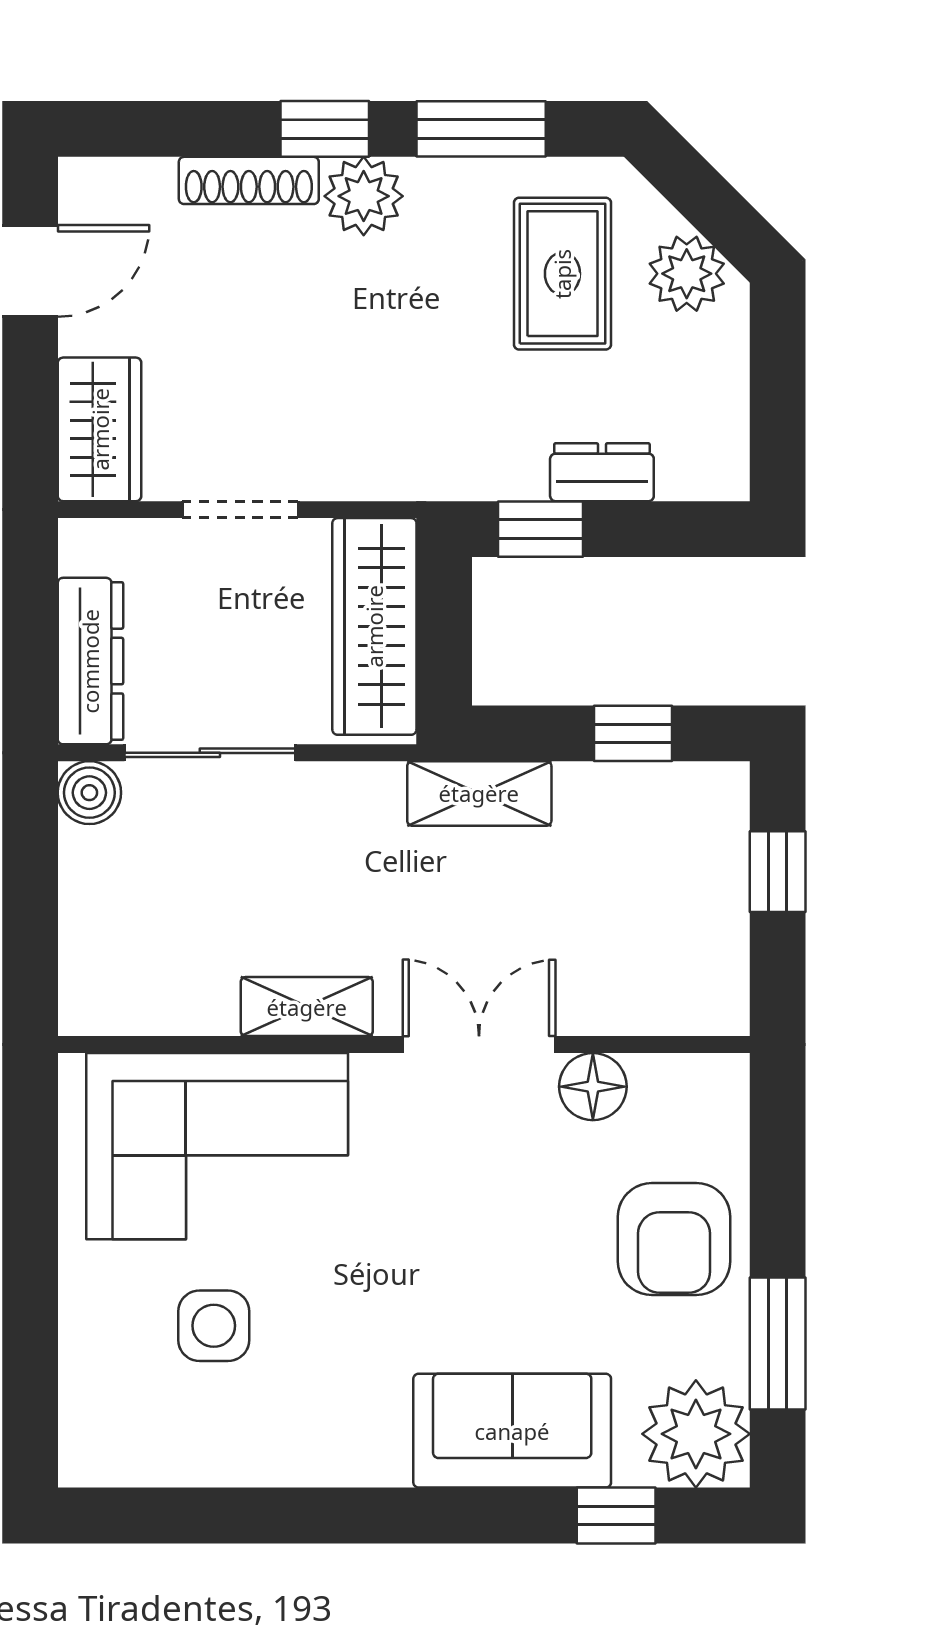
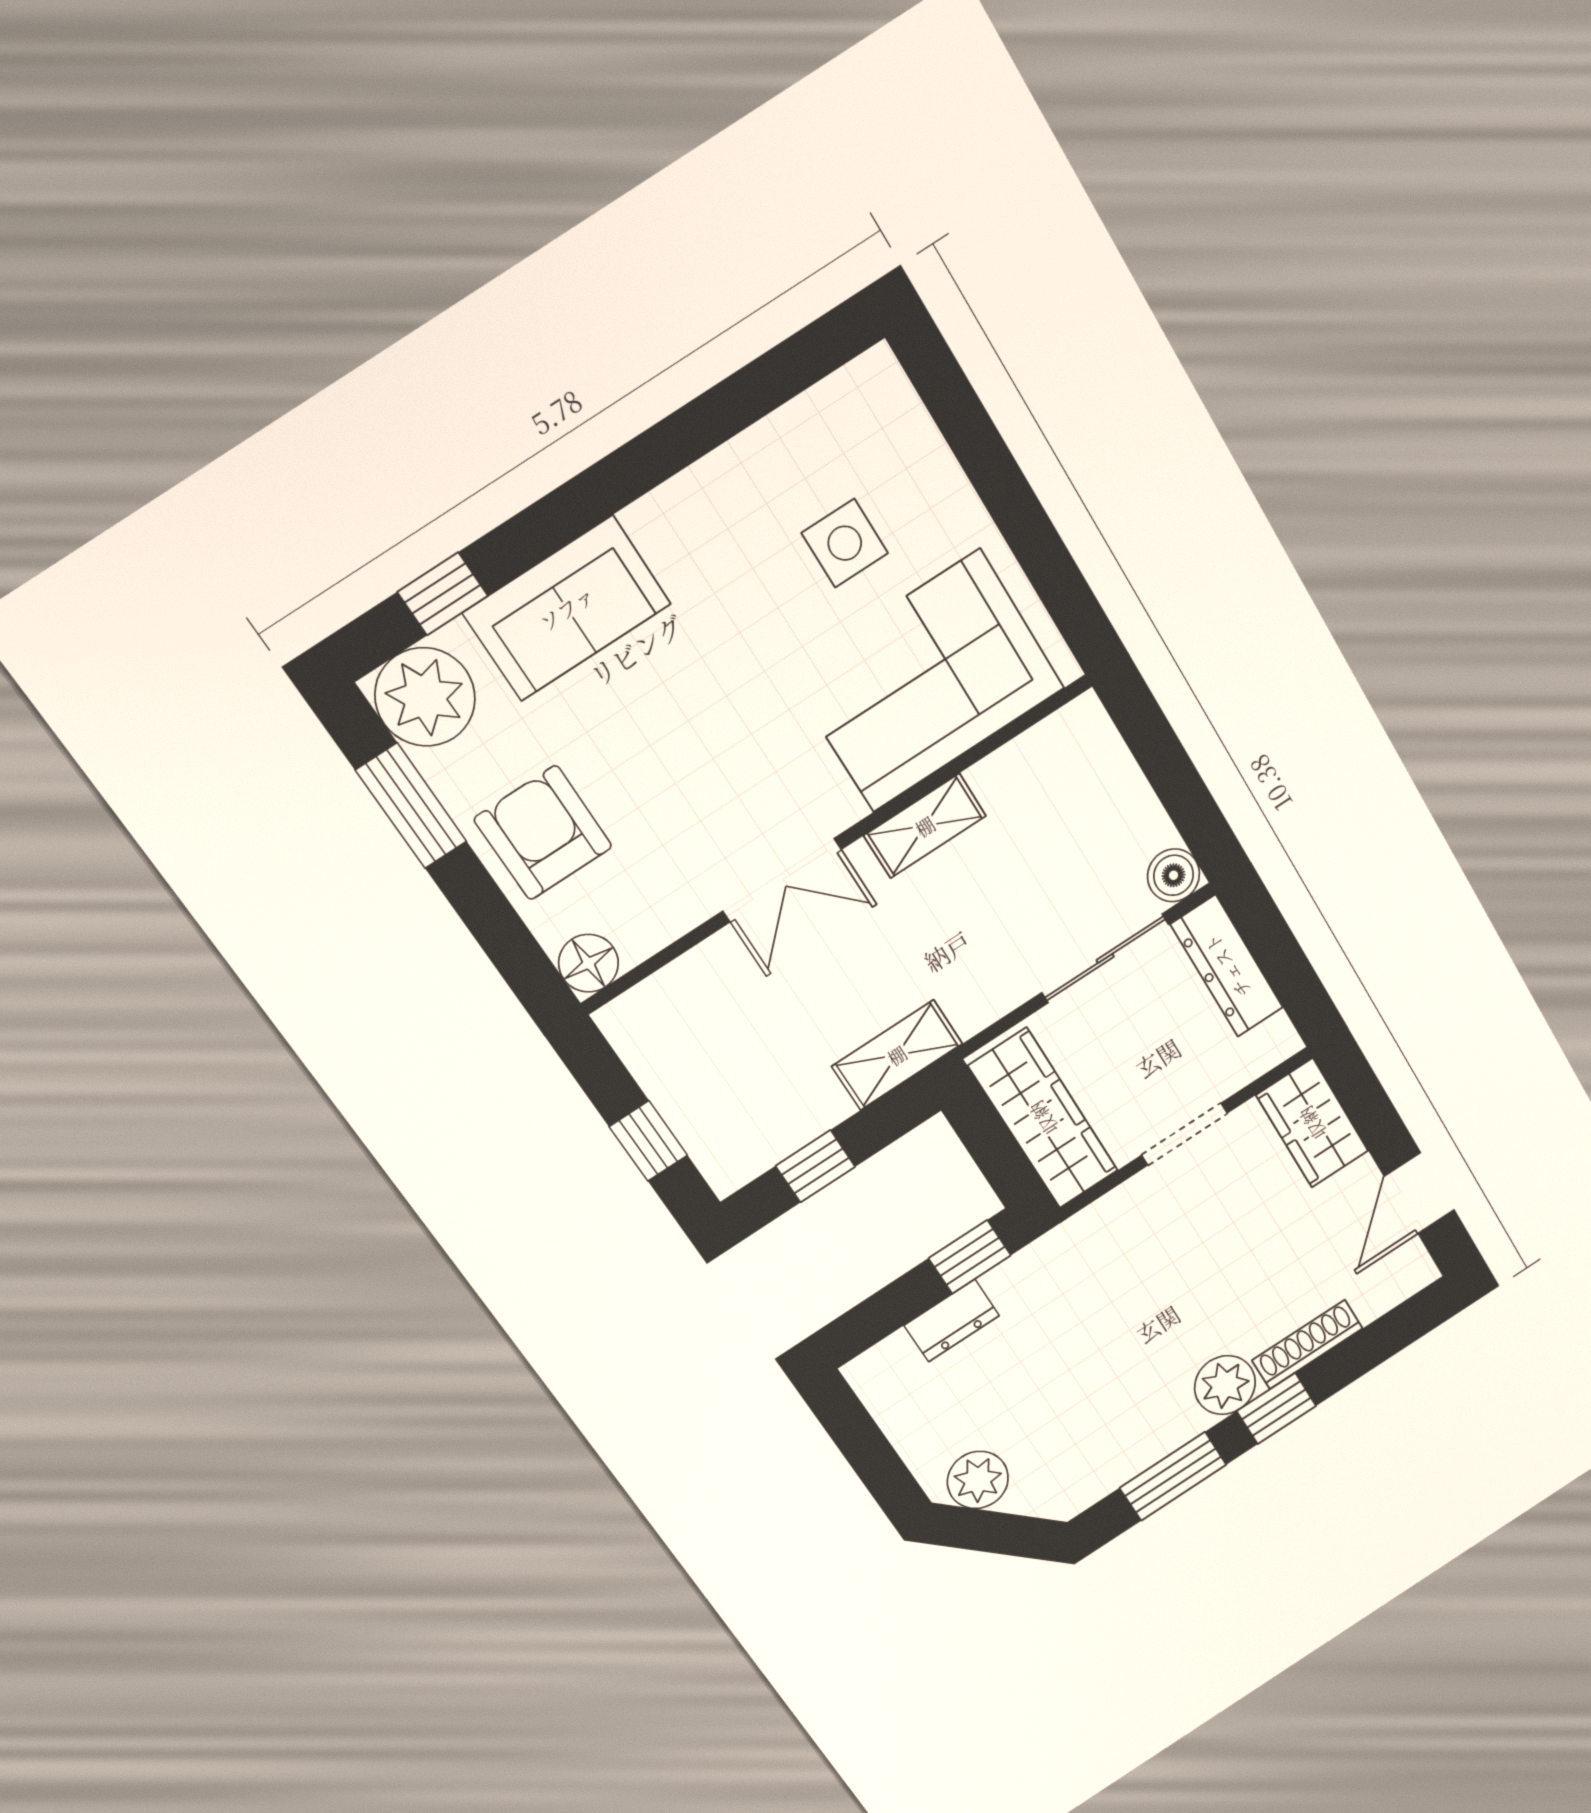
rug: (562, 274) -> (1061, 1425), removed
floor lamp: (593, 1087) -> (588, 963), moved

